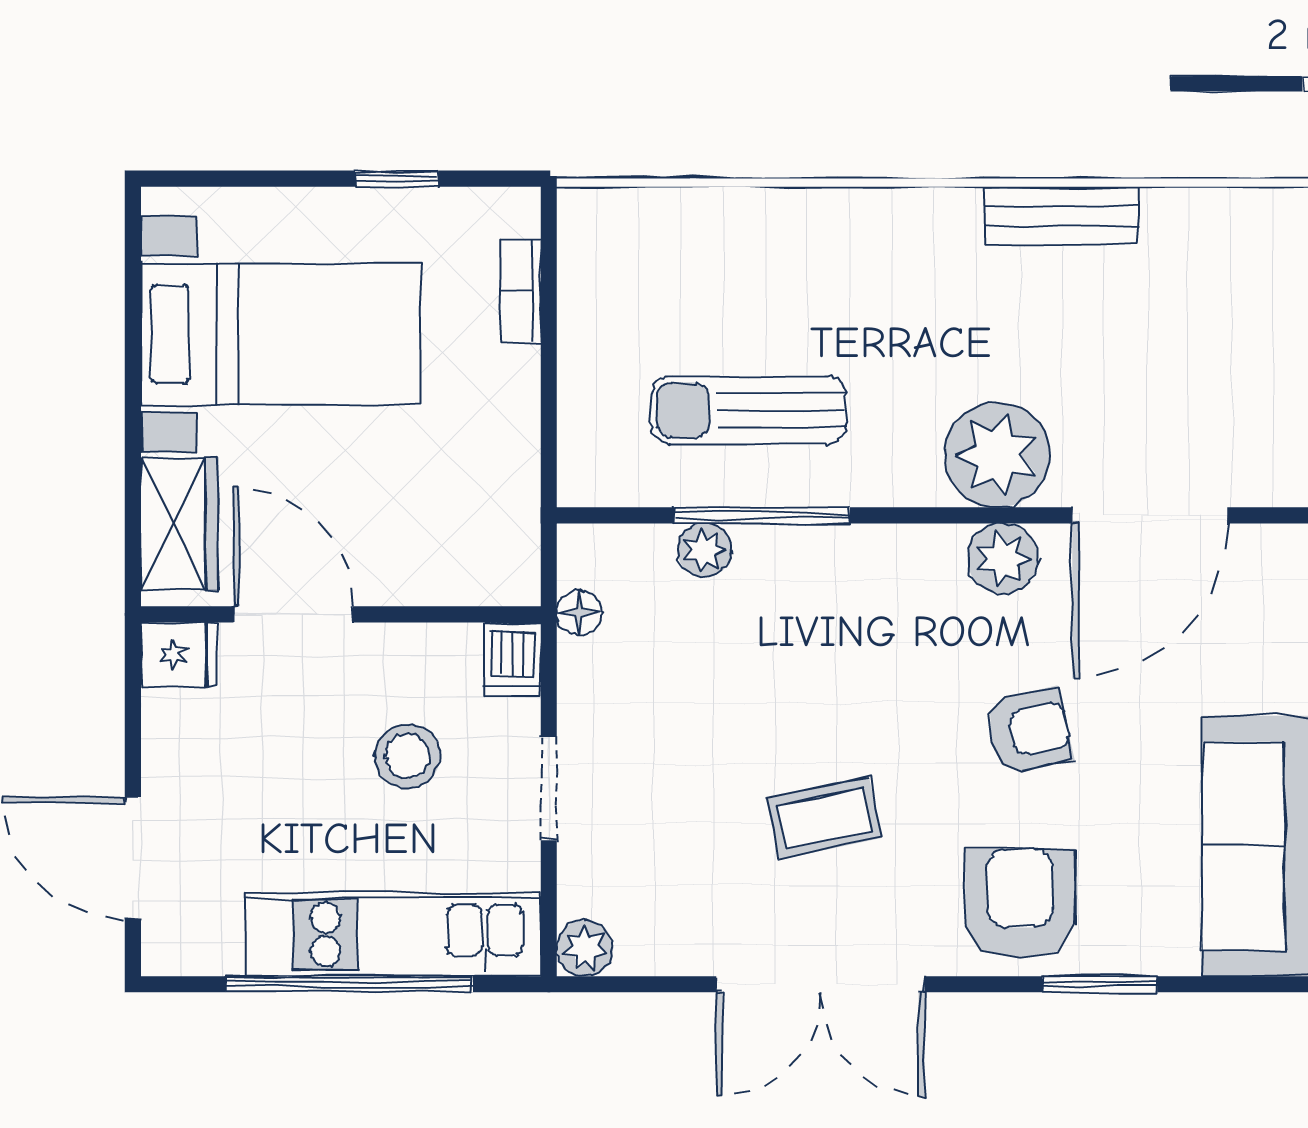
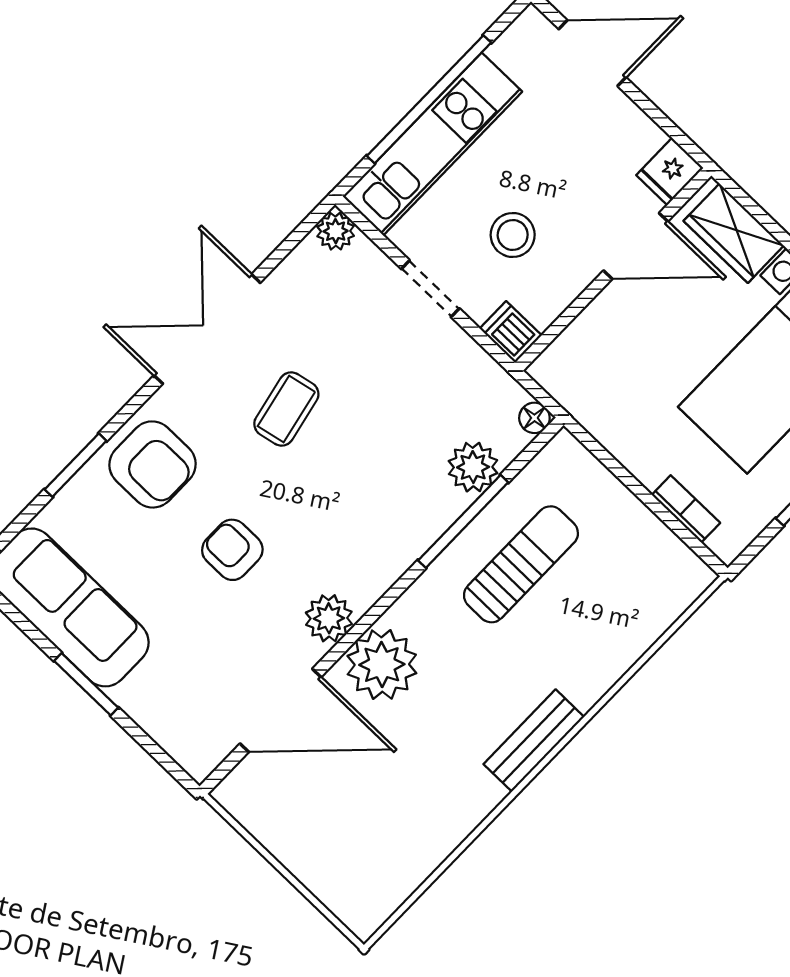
bench: (1062, 216) -> (534, 740), moved
door: (1150, 515) -> (281, 710), swing flipped
plant: (705, 550) -> (473, 467), width x1.38, depth x1.38
floor lamp: (579, 613) -> (534, 418), moved
armchair: (1029, 731) -> (232, 550), turned 103

